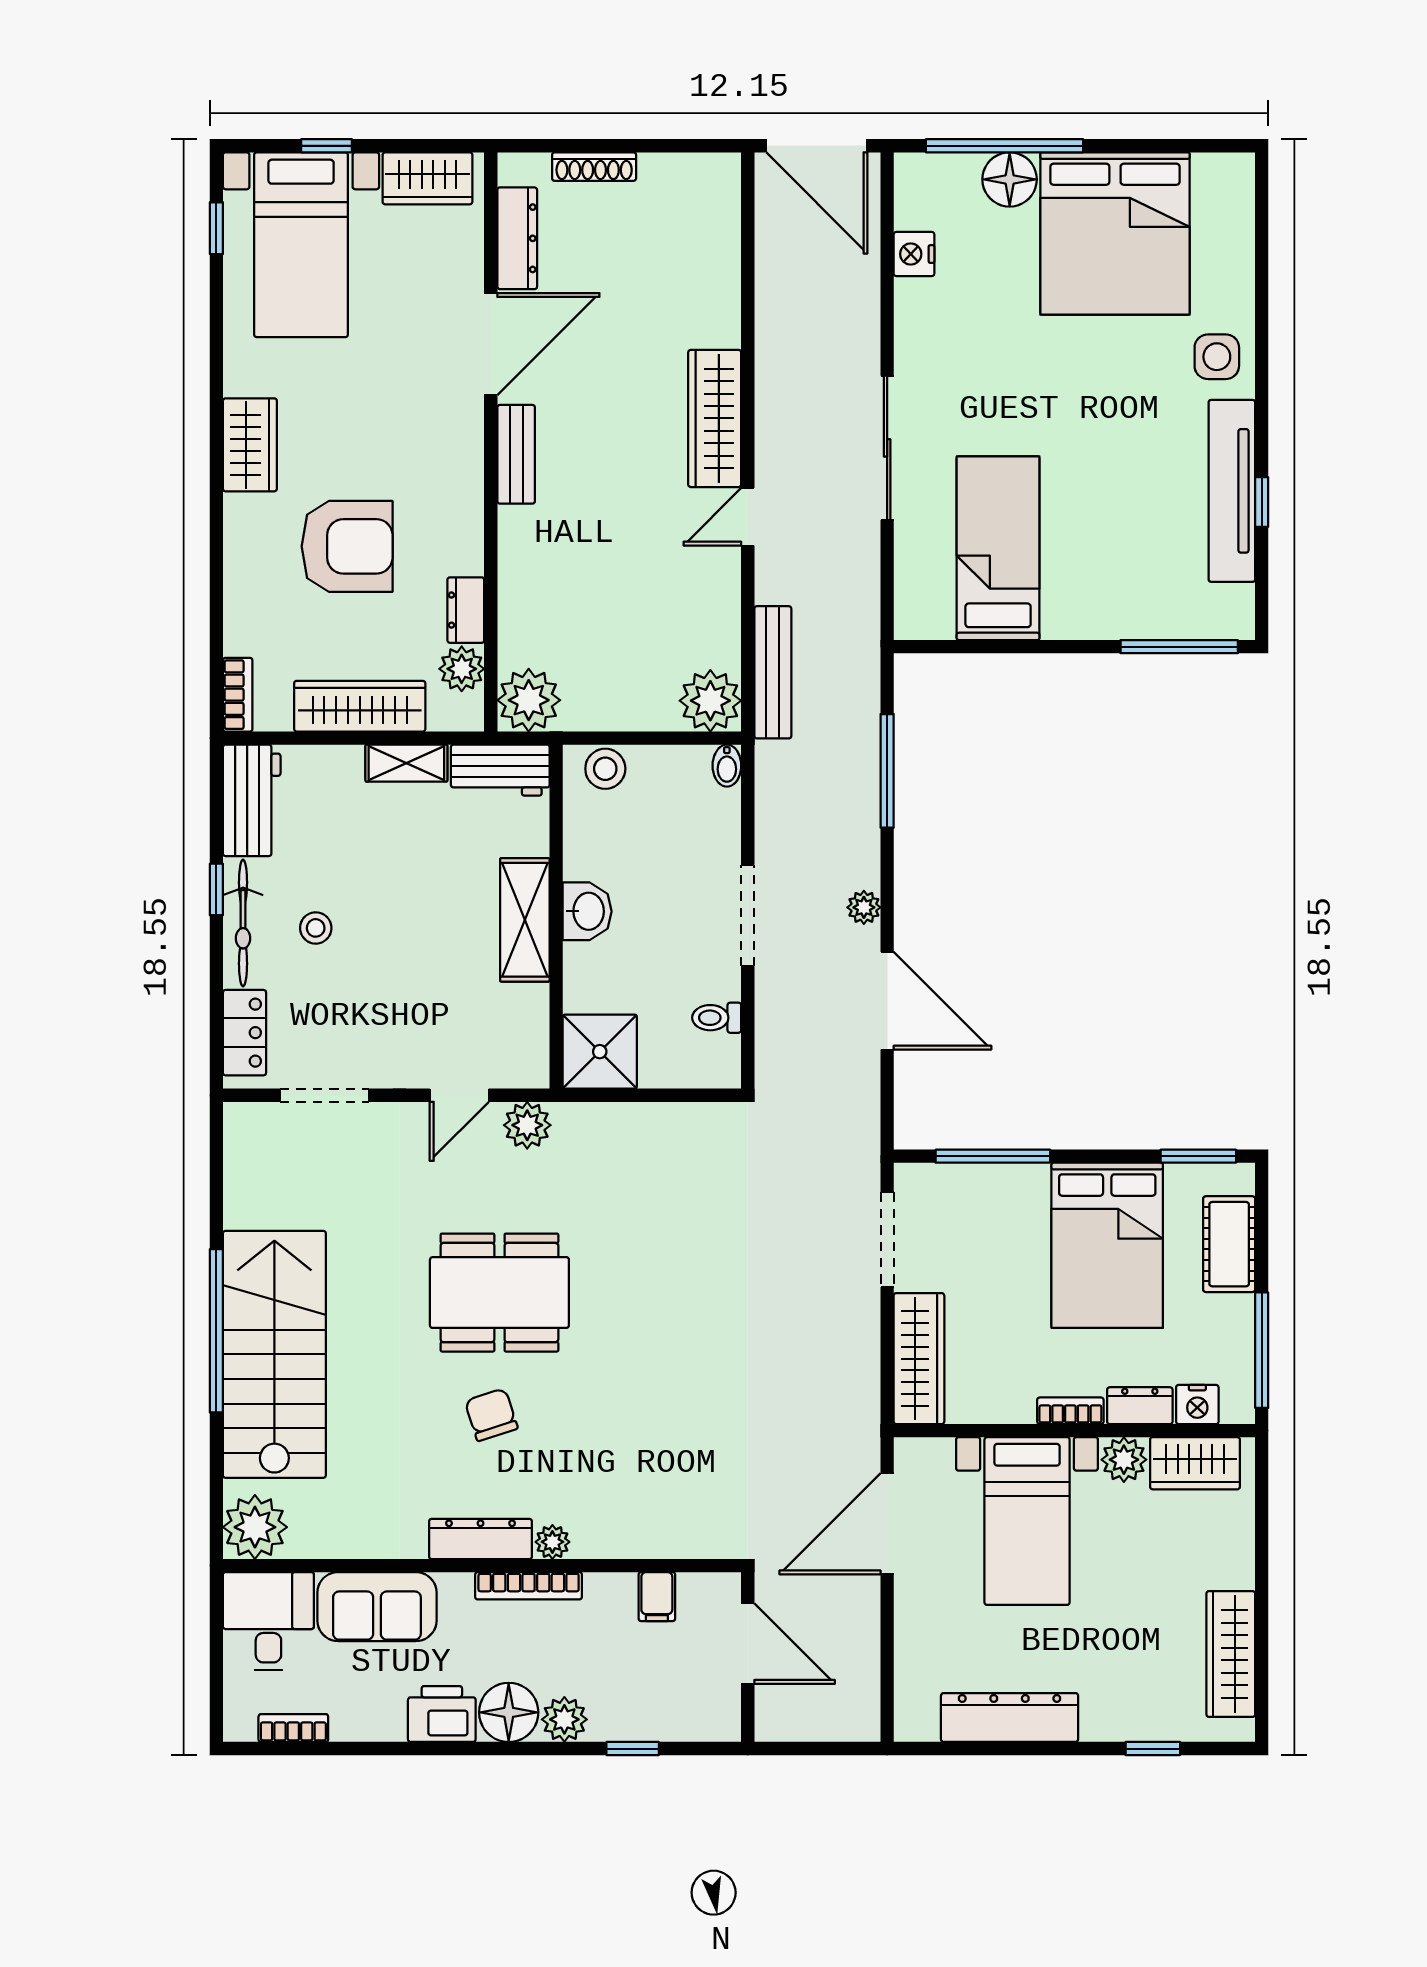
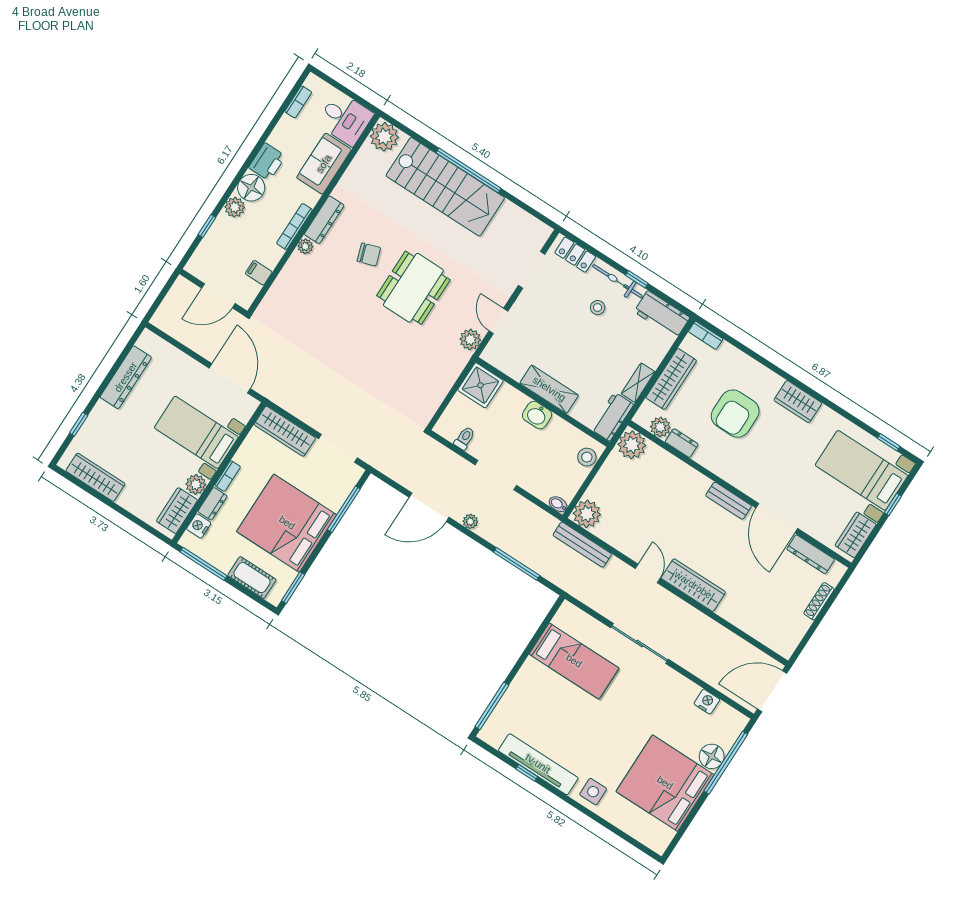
bed: (1107, 1245) -> (287, 523), width x1.36

